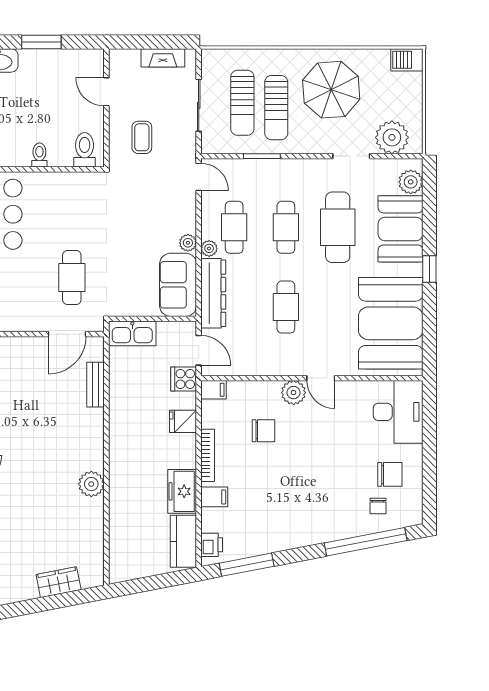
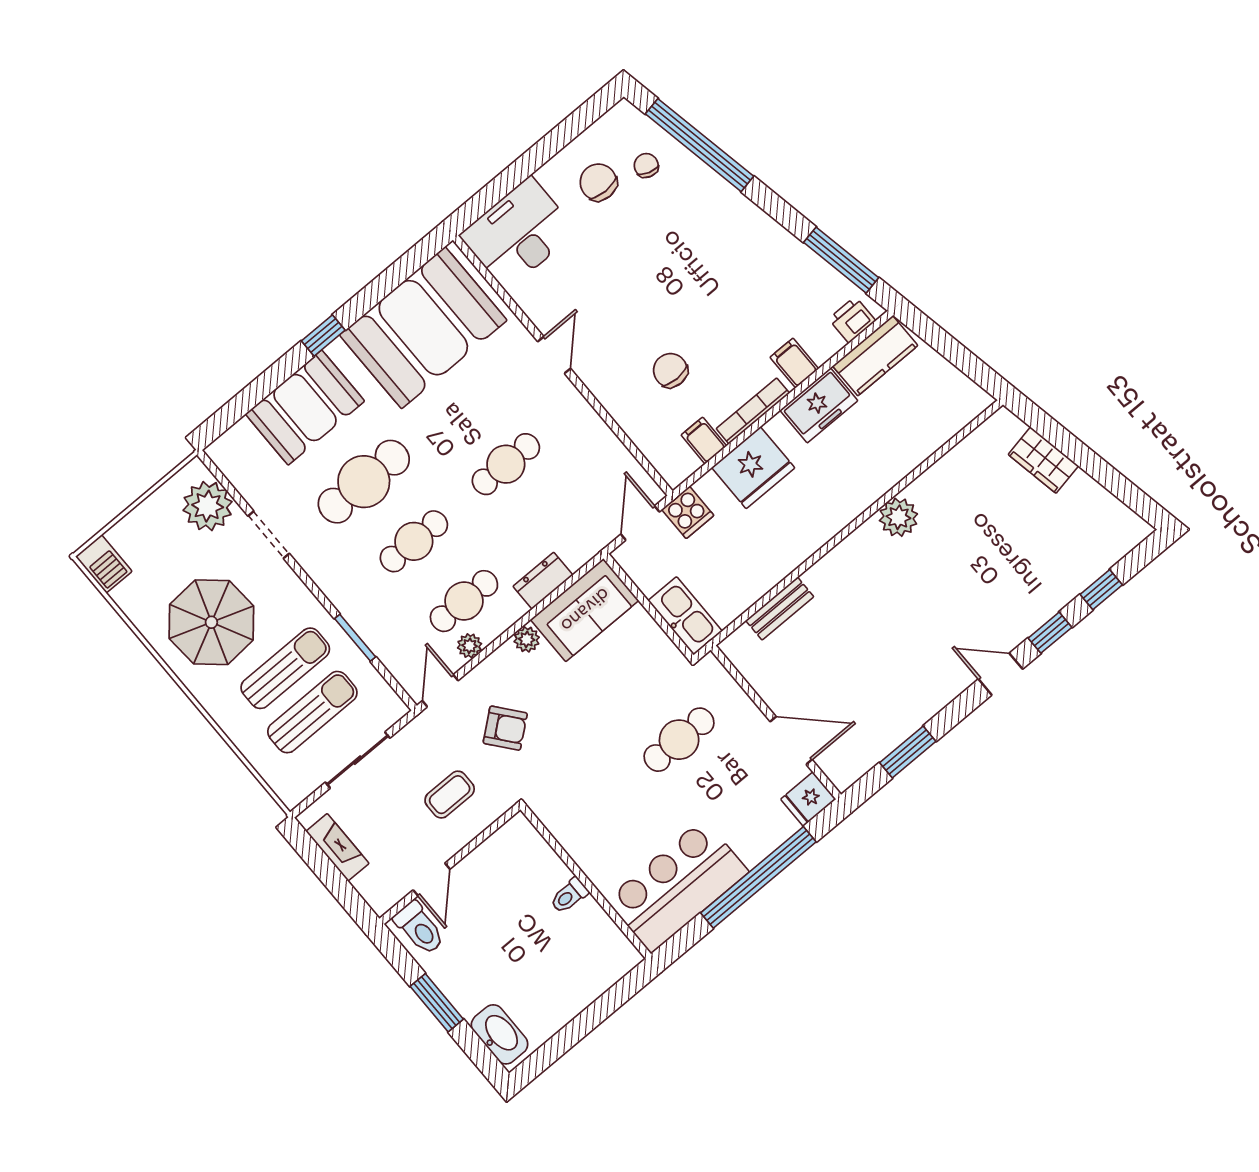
toilet: (85, 150) -> (419, 928), moved, turned -90
plant: (411, 182) -> (241, 441), removed
armchair: (152, 194) -> (505, 728), added
plant: (209, 248) -> (470, 646), moved
dresser: (213, 293) -> (543, 581), width x0.51, depth x0.80
door: (67, 334) -> (791, 741), moved
filing cabinet: (213, 390) -> (704, 440), moved
plant: (294, 393) -> (597, 373), removed
fridge: (183, 421) -> (753, 468), width x1.88, depth x1.34
chair: (378, 506) -> (646, 165), turned -72

